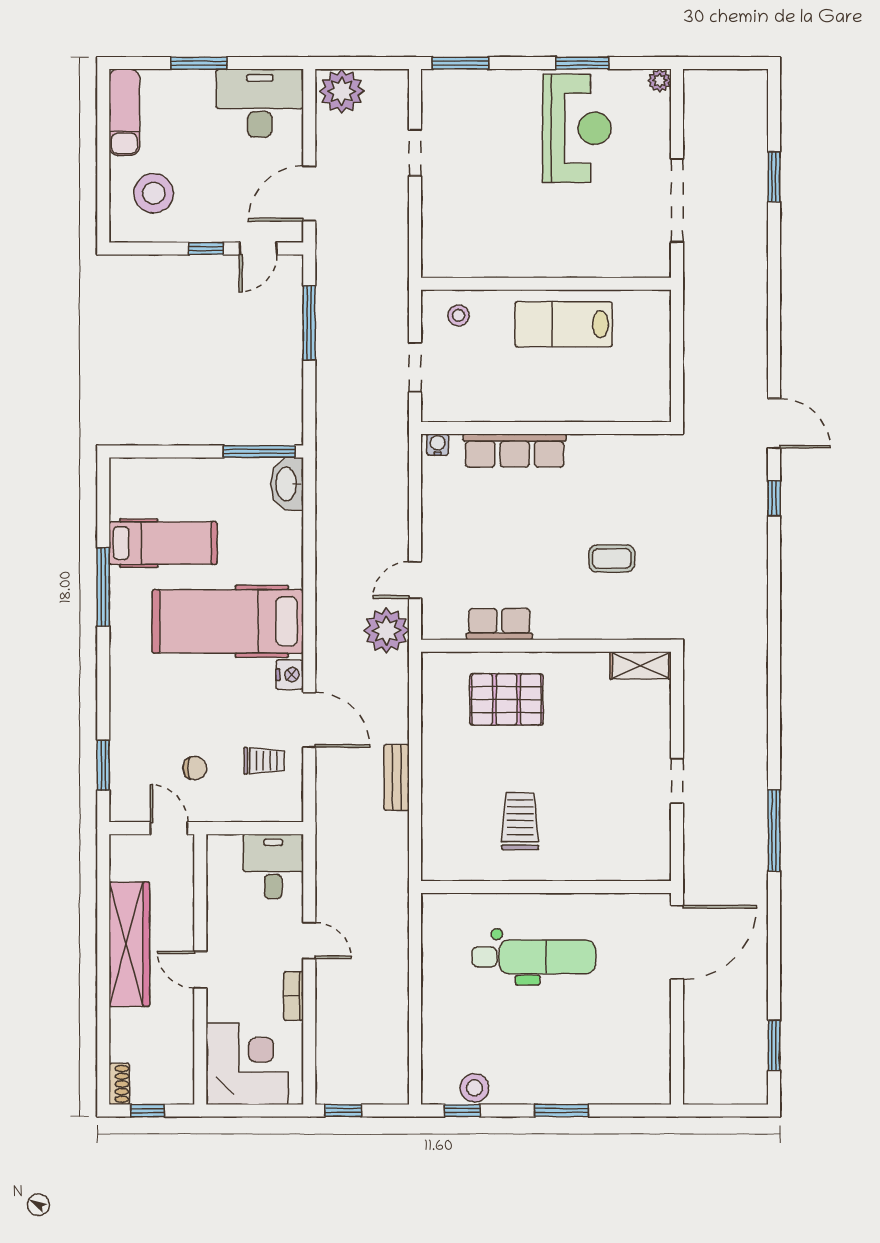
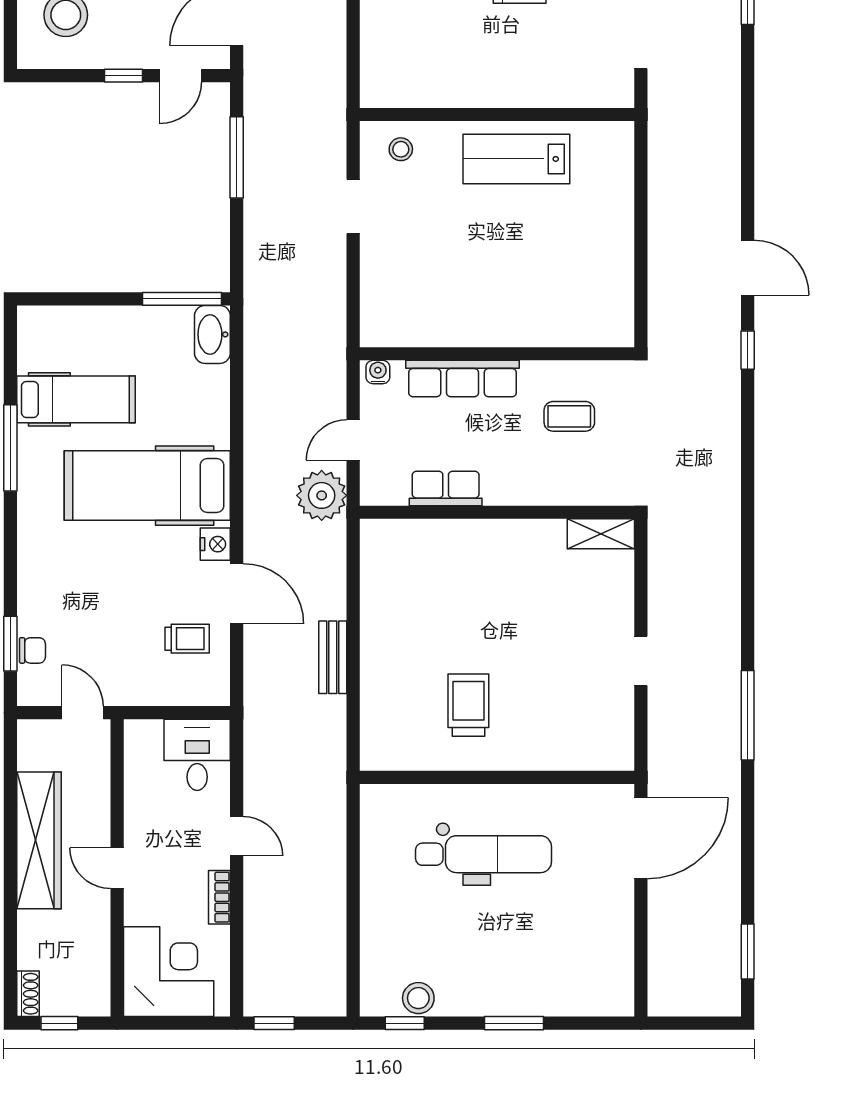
wall: (546, 428) -> (497, 354), moved
water cooler: (438, 445) -> (378, 372), moved
row of seats: (515, 451) -> (463, 379), moved
pallet: (506, 699) -> (453, 571), removed
chair: (195, 768) -> (32, 650), moved

